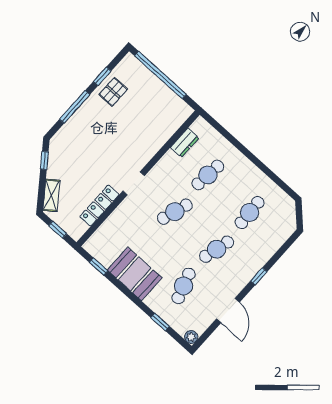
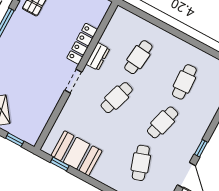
dresser: (185, 143) -> (98, 56), moved
locker: (99, 206) -> (82, 44), moved
booth: (135, 274) -> (77, 153), moved
window: (259, 276) -> (201, 148), moved

